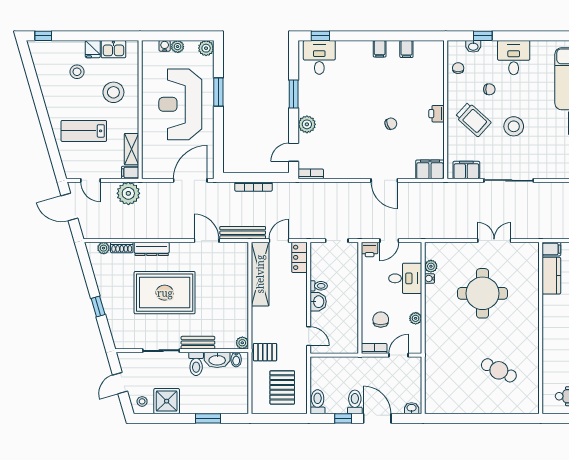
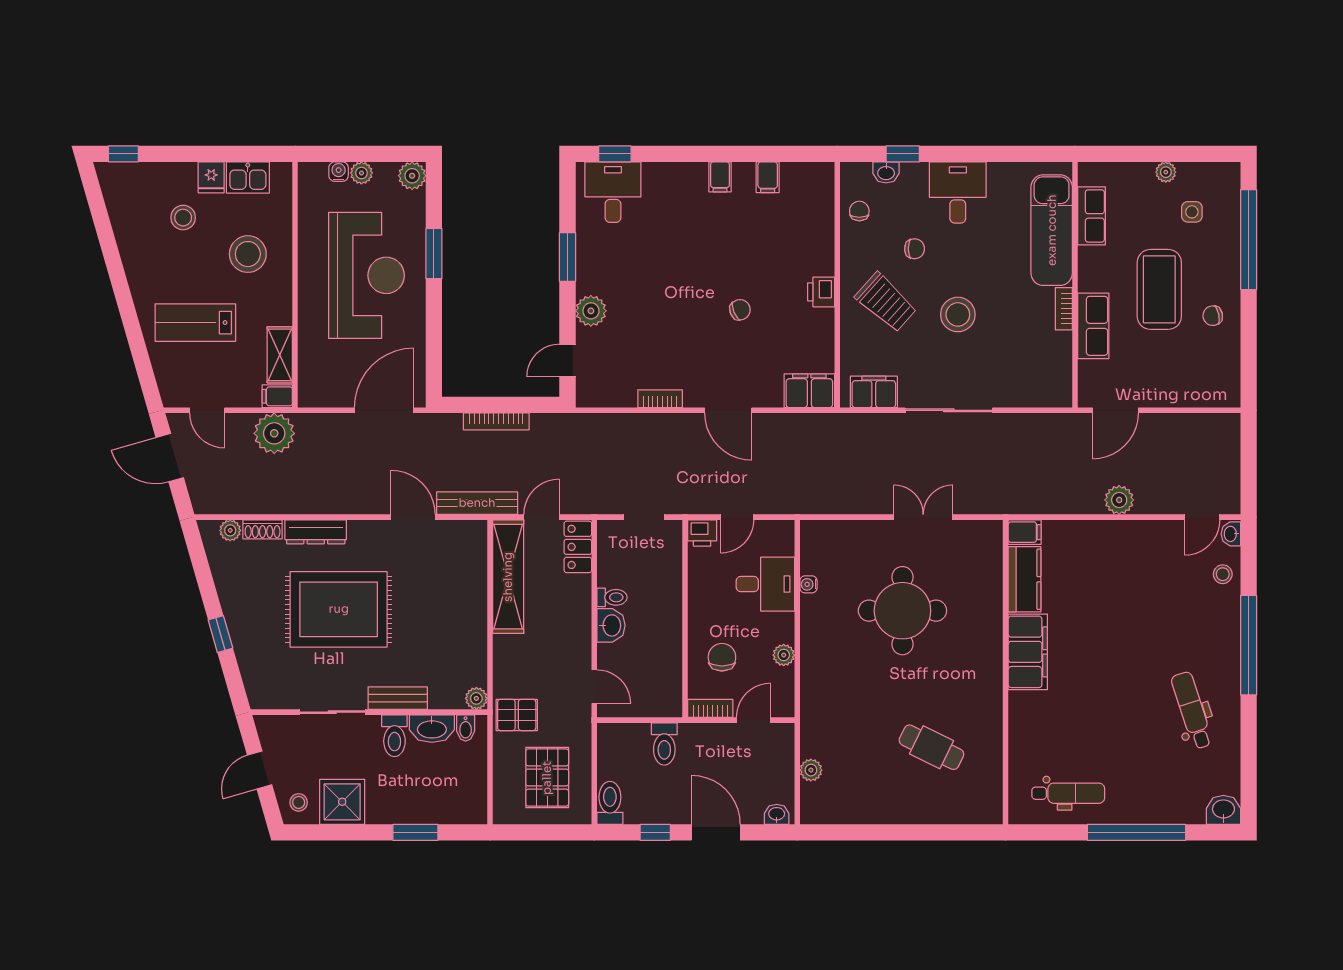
reception desk: (180, 104) -> (366, 275), turned 180
bookcase: (311, 174) -> (660, 399), moved
plant: (431, 266) -> (811, 770), moved
filing cabinet: (553, 317) -> (1028, 652), added
toilet: (355, 402) -> (664, 744), moved, turned 180

